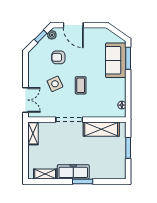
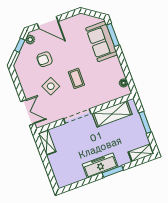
shelving: (45, 174) -> (141, 153), moved

